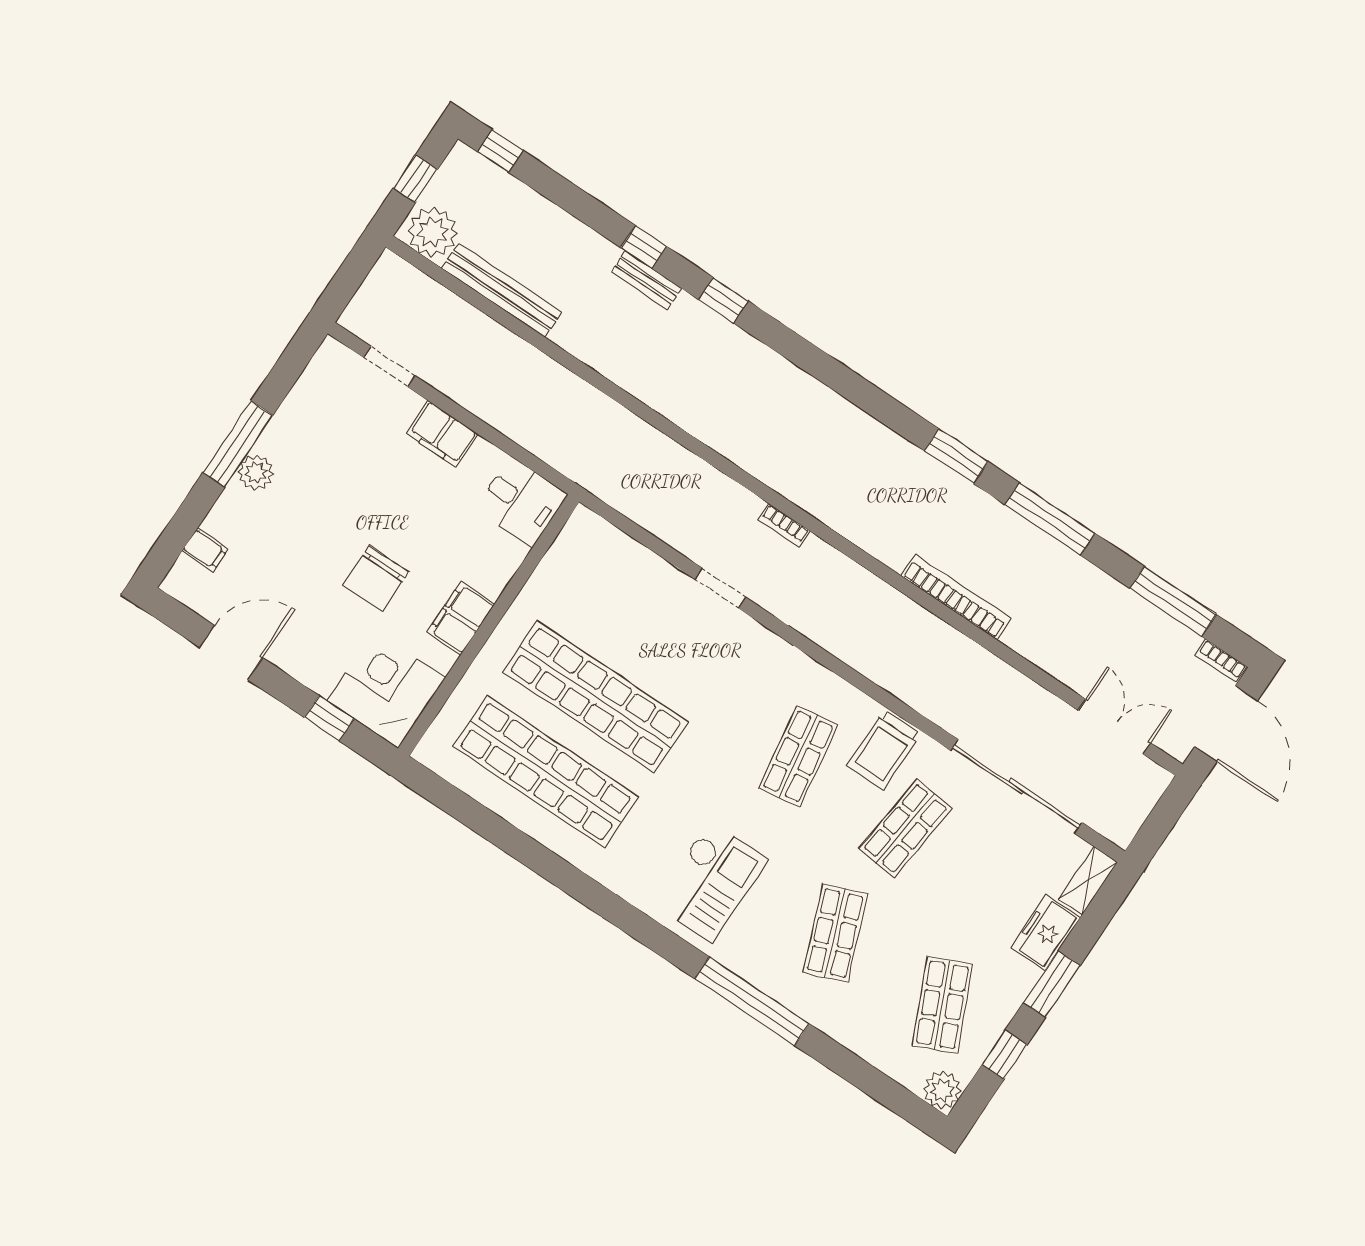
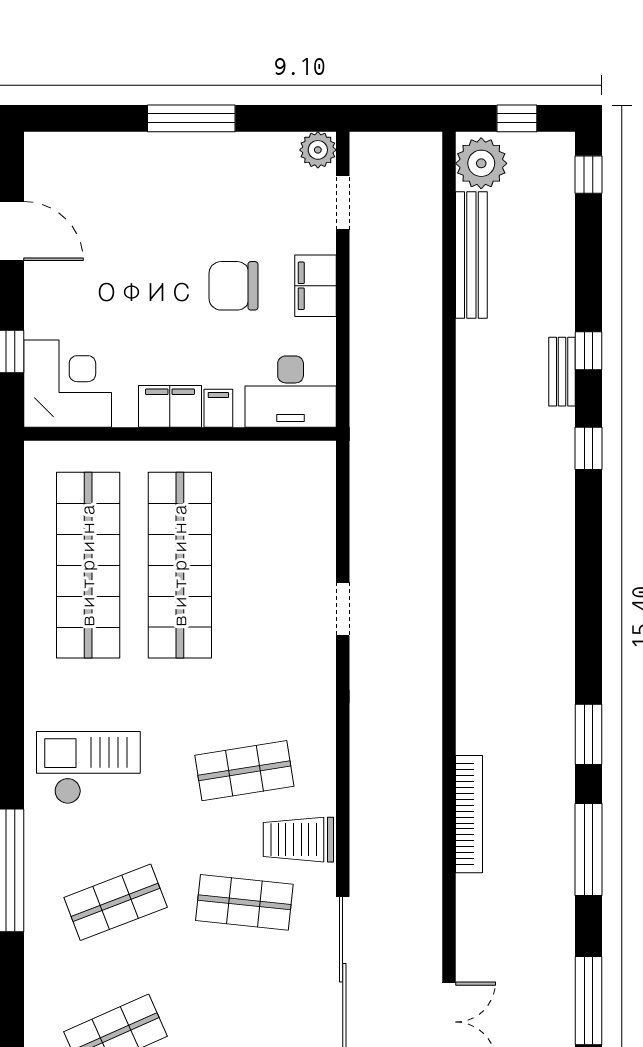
plant: (256, 473) -> (318, 150), moved
desk: (521, 502) -> (291, 392), width x1.37
bookcase: (784, 525) -> (432, 628), removed
filing cabinet: (205, 550) -> (218, 408), moved, turned 180
chair: (376, 579) -> (233, 286), moved
checkout: (711, 882) -> (88, 768), turned 180

